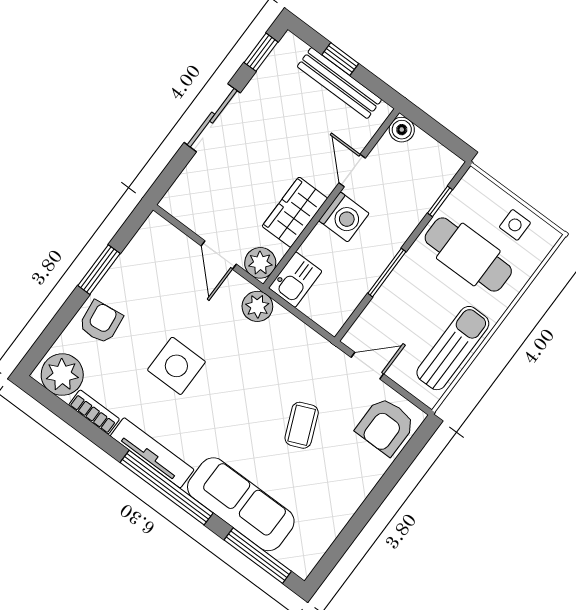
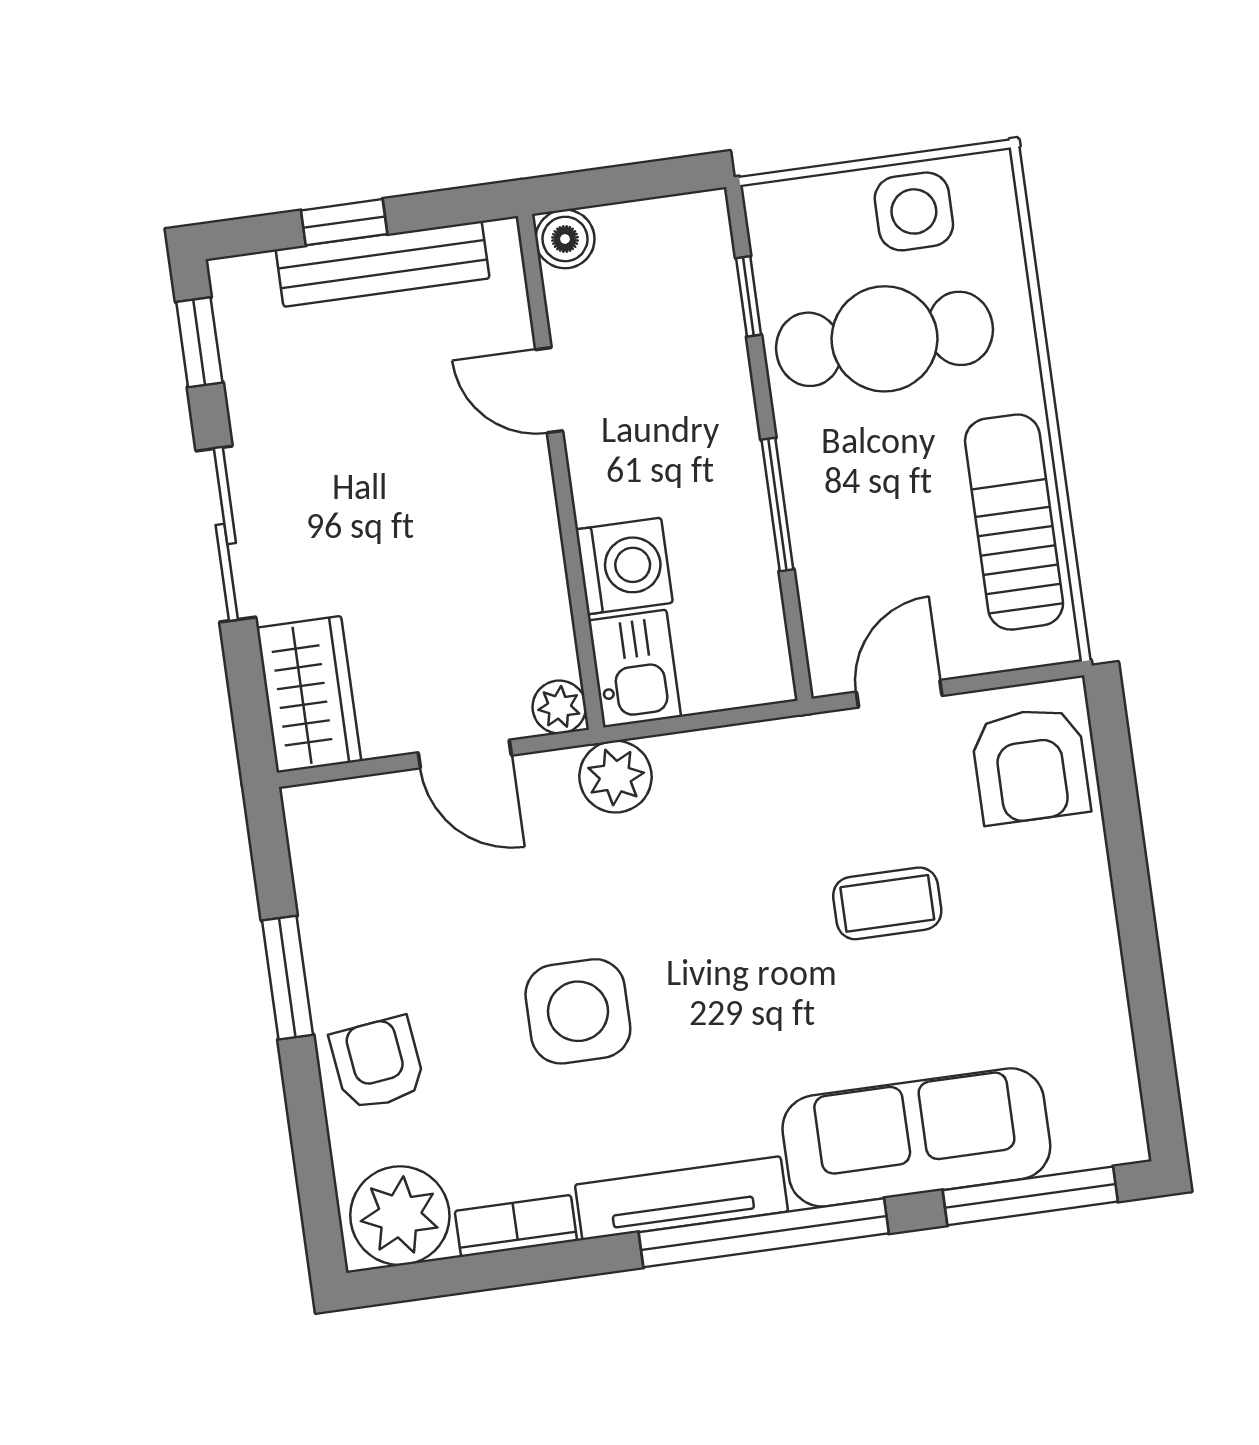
wardrobe: (295, 212) -> (309, 694), moved, turned 180
washing machine: (344, 217) -> (624, 566), moved
side table: (515, 225) -> (914, 211), width x1.37, depth x1.37
plant: (260, 263) -> (559, 707), width x0.73, depth x0.73
coffee table: (302, 425) -> (887, 903), turned -67

